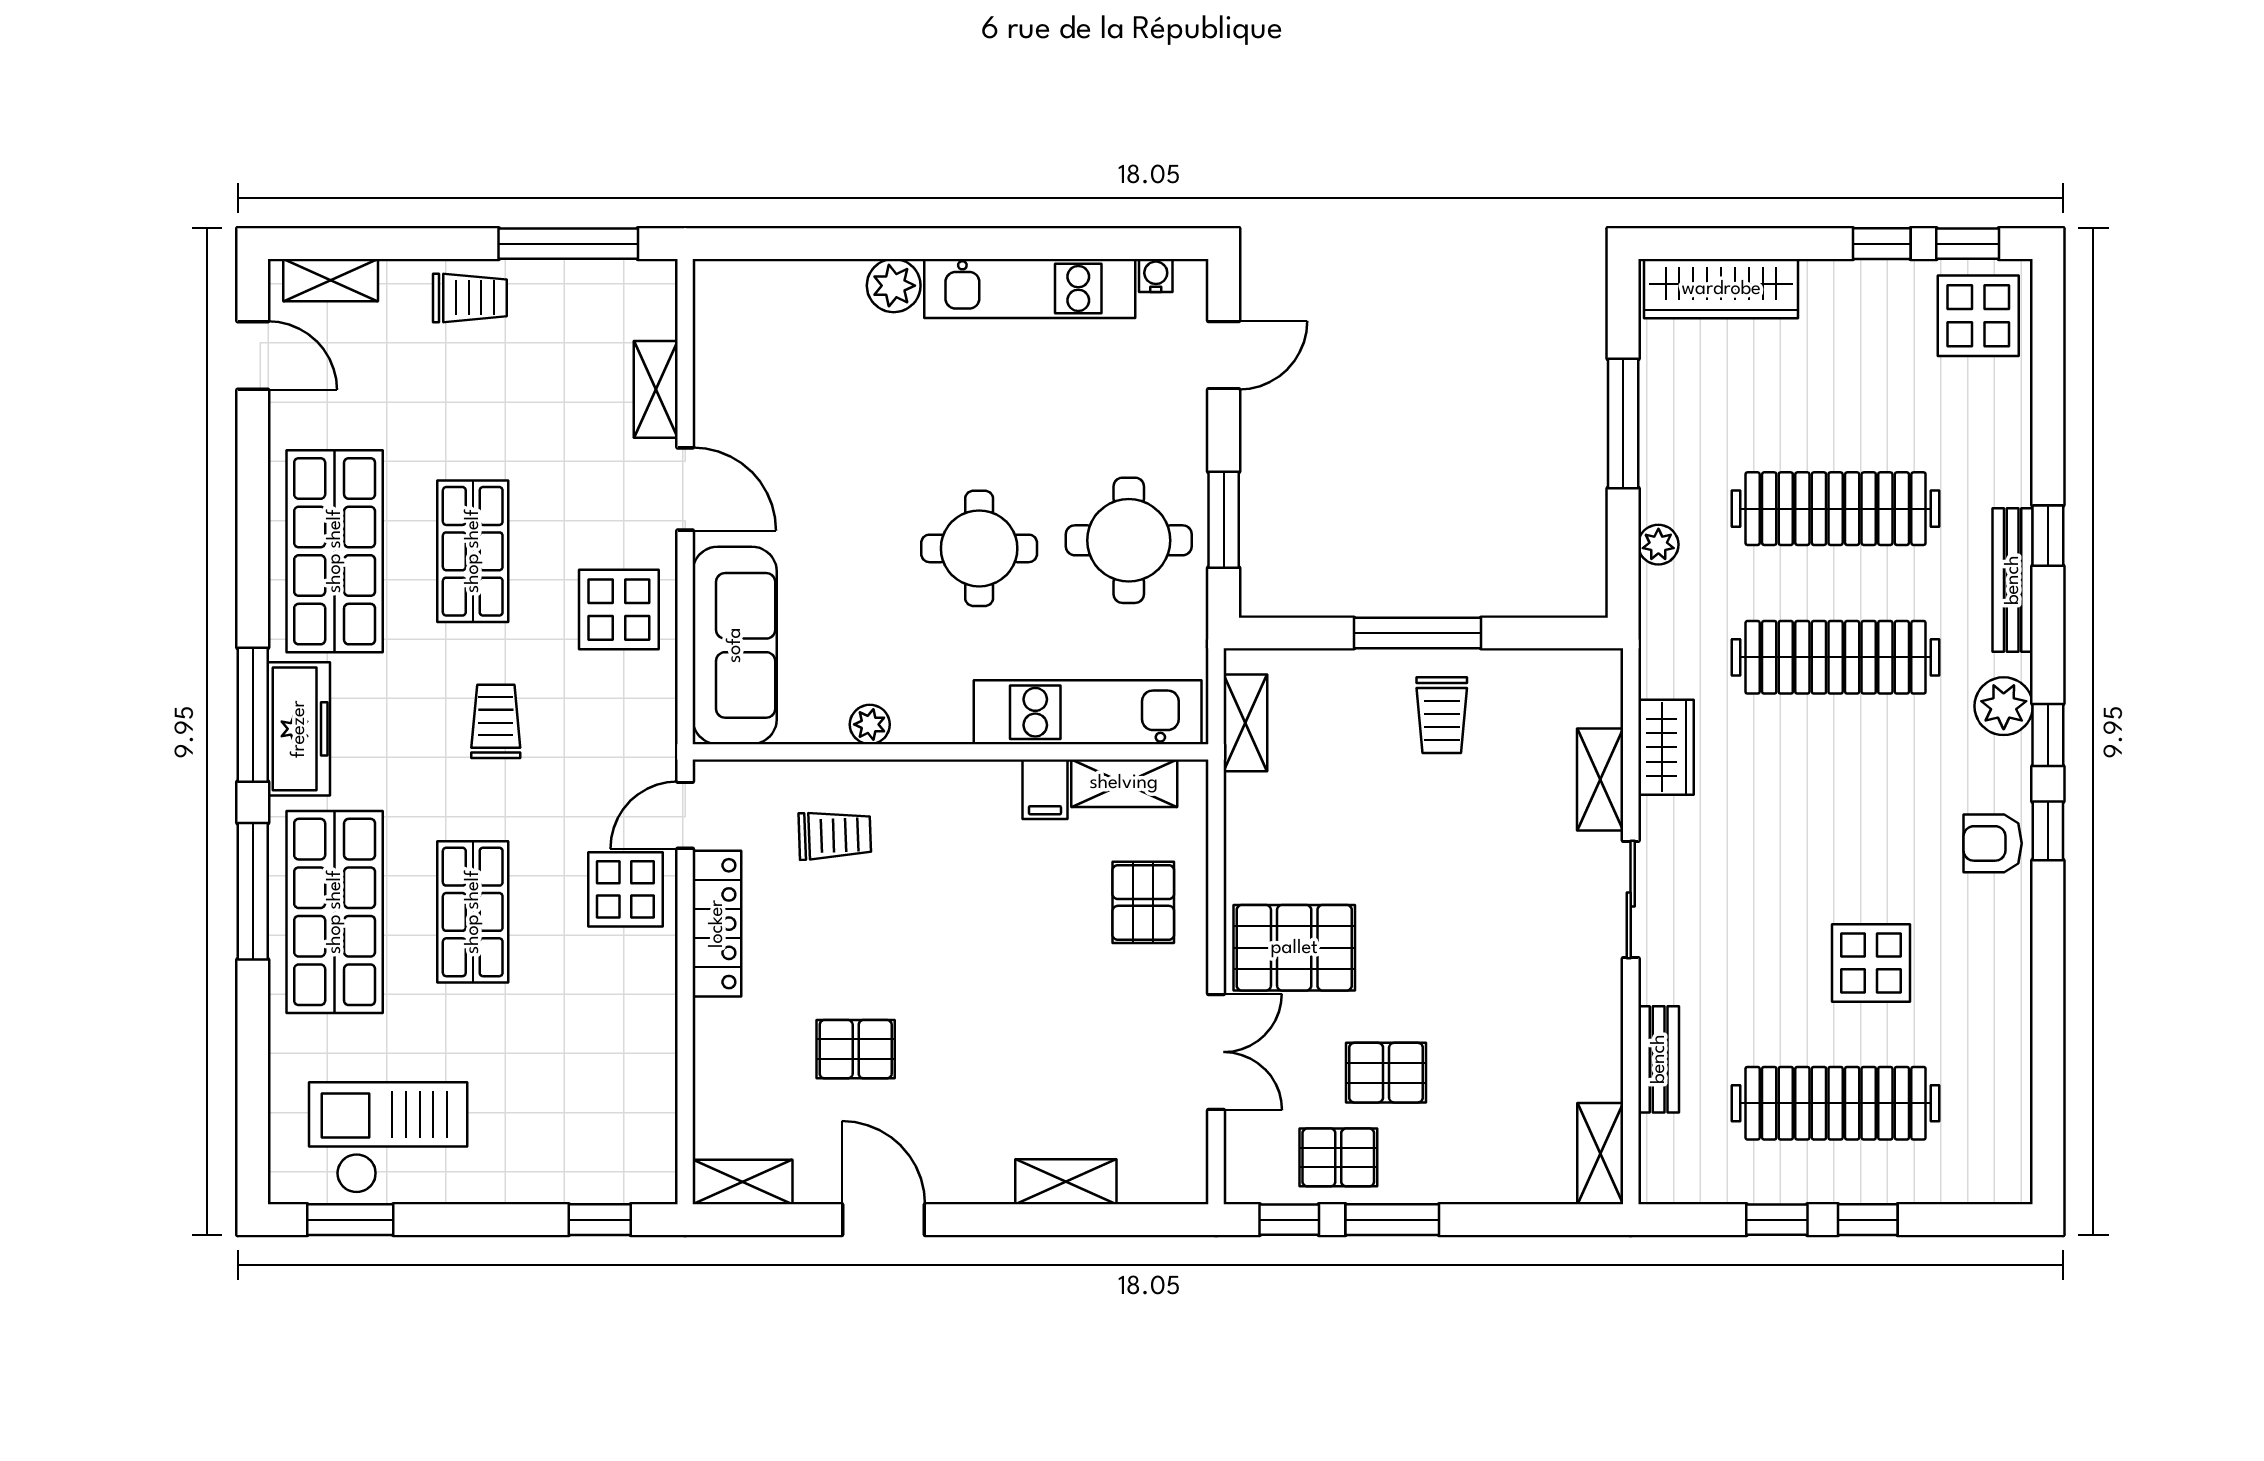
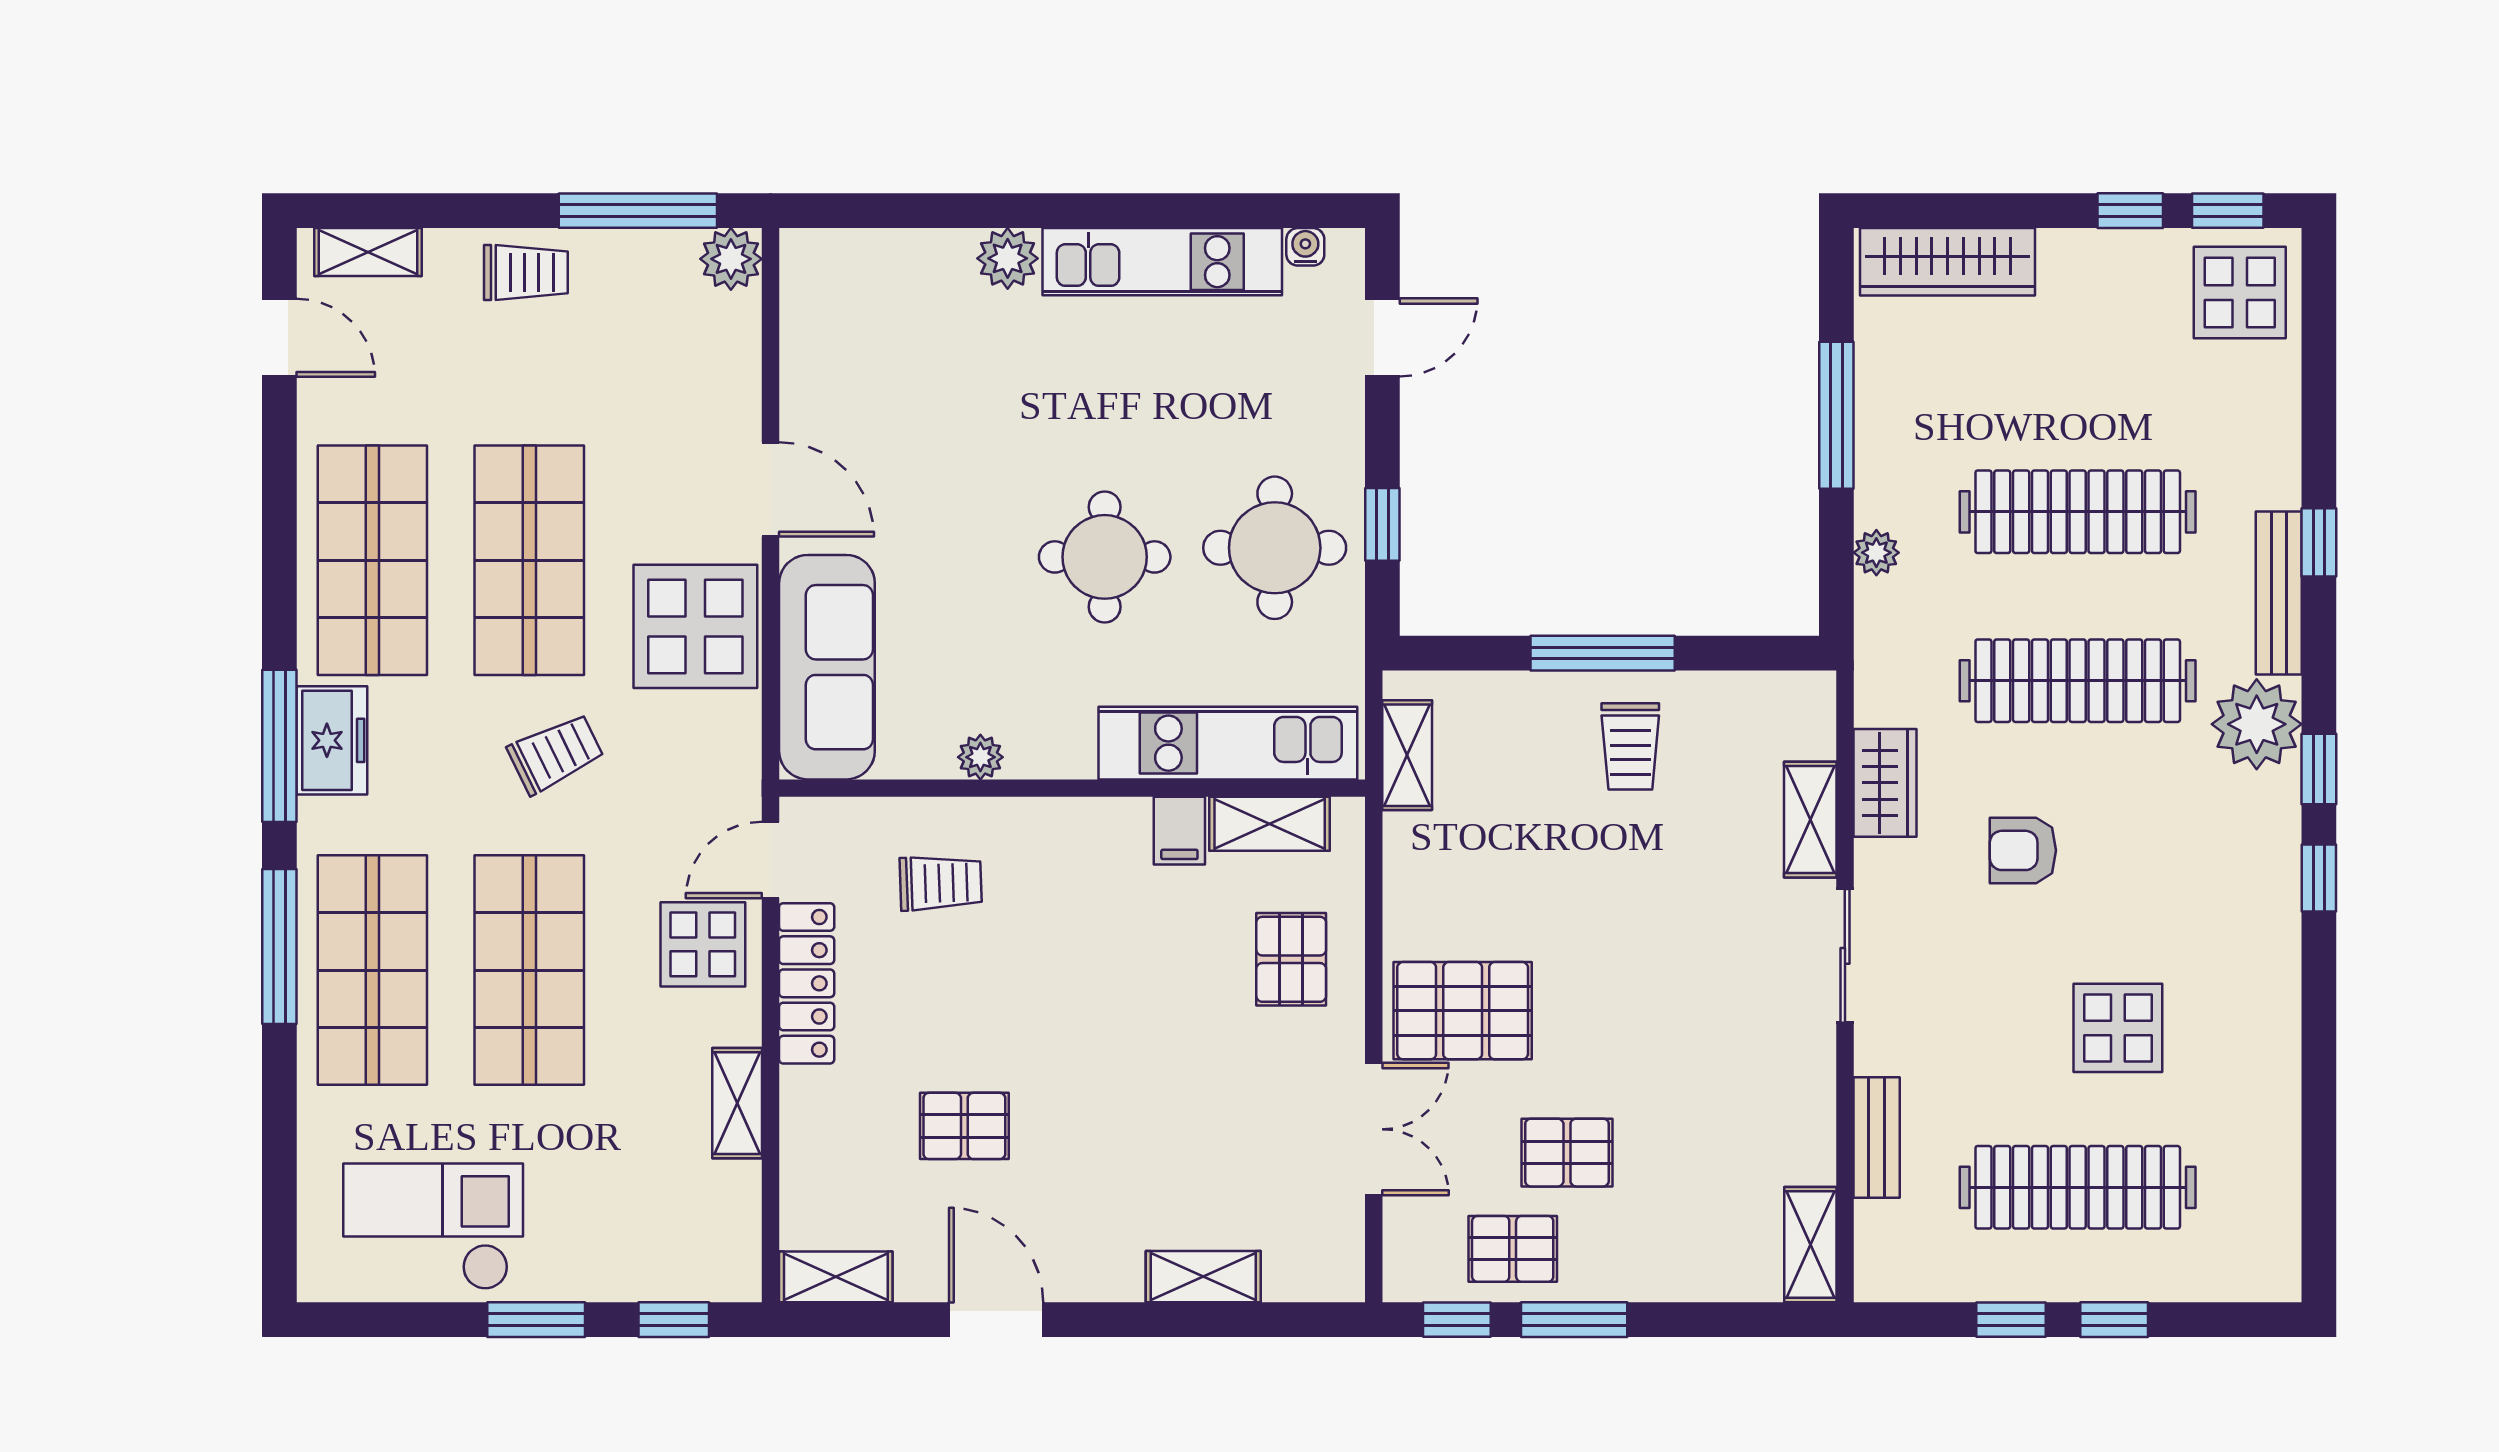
plant: (650, 286) -> (731, 259), added
shelving: (656, 389) -> (737, 1103), moved
window: (1224, 520) -> (1382, 524), width x0.67
shop shelf: (473, 551) -> (529, 560), width x1.43, depth x1.36
display table: (619, 610) -> (695, 626), width x1.36, depth x1.36
plant: (2004, 706) -> (2257, 724), width x1.36, depth x1.36
trolley: (496, 721) -> (556, 754), turned 64
freezer: (299, 729) -> (332, 740), width x0.71
armchair: (1993, 843) -> (2023, 850), moved
shop shelf: (473, 912) -> (529, 970), width x1.43, depth x1.36
window: (350, 1220) -> (536, 1320), moved

